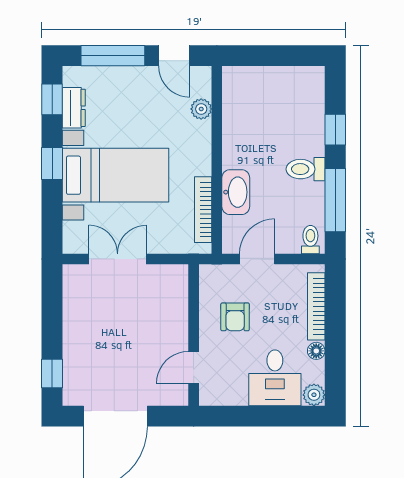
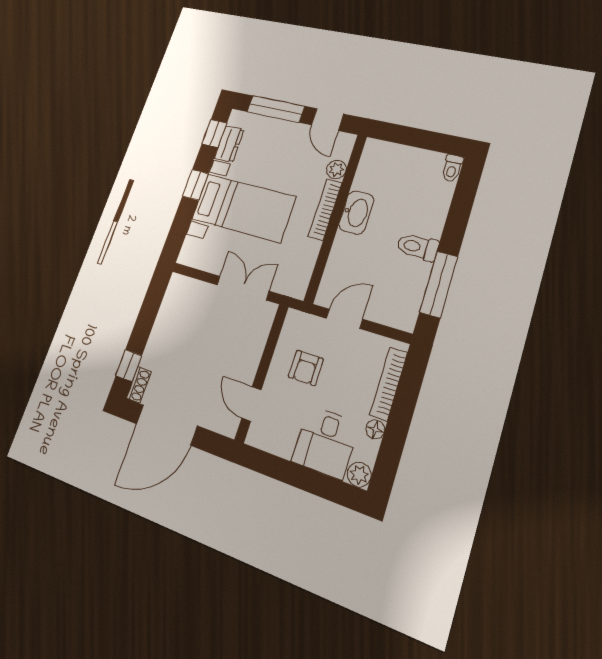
window: (335, 130) -> (458, 218), removed
washbasin: (236, 192) -> (356, 212), moved
bookcase: (203, 210) -> (325, 209), moved
toilet: (310, 240) -> (452, 168), moved, turned 180
double door: (118, 259) -> (243, 288), moved
door: (194, 368) -> (251, 404), hinge flipped
shoe rack: (71, 389) -> (139, 385), added

